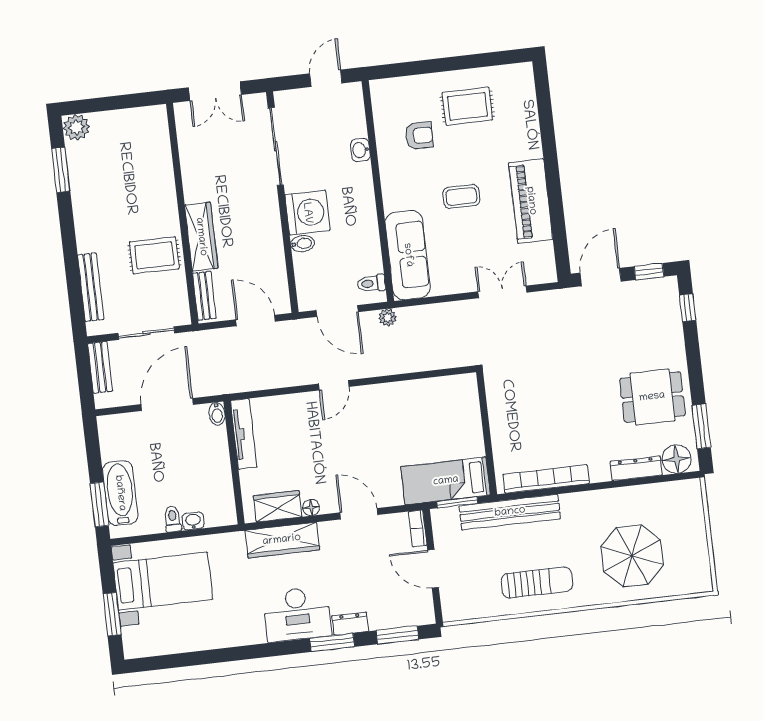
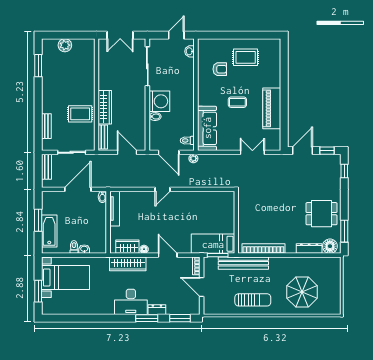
plant: (76, 127) -> (65, 45), moved
washbasin: (360, 150) -> (189, 51), moved
bench: (91, 287) -> (46, 126), width x0.73
window: (99, 504) -> (38, 220), moved

